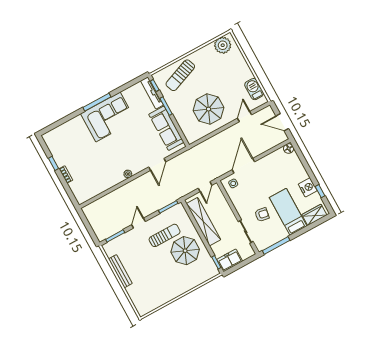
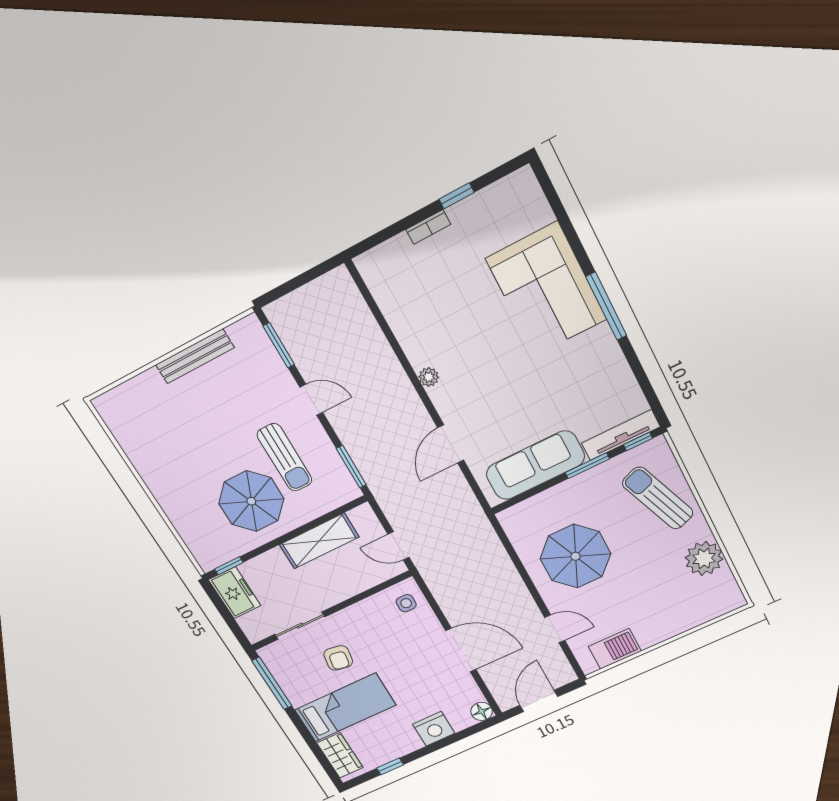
plant: (223, 45) -> (704, 558), moved
corner sofa: (108, 117) -> (546, 289), moved
door: (157, 164) -> (451, 444), hinge flipped
door: (243, 166) -> (461, 650), moved
nightstand: (308, 187) -> (434, 729), moved
shelving: (203, 222) -> (319, 541), width x0.68

